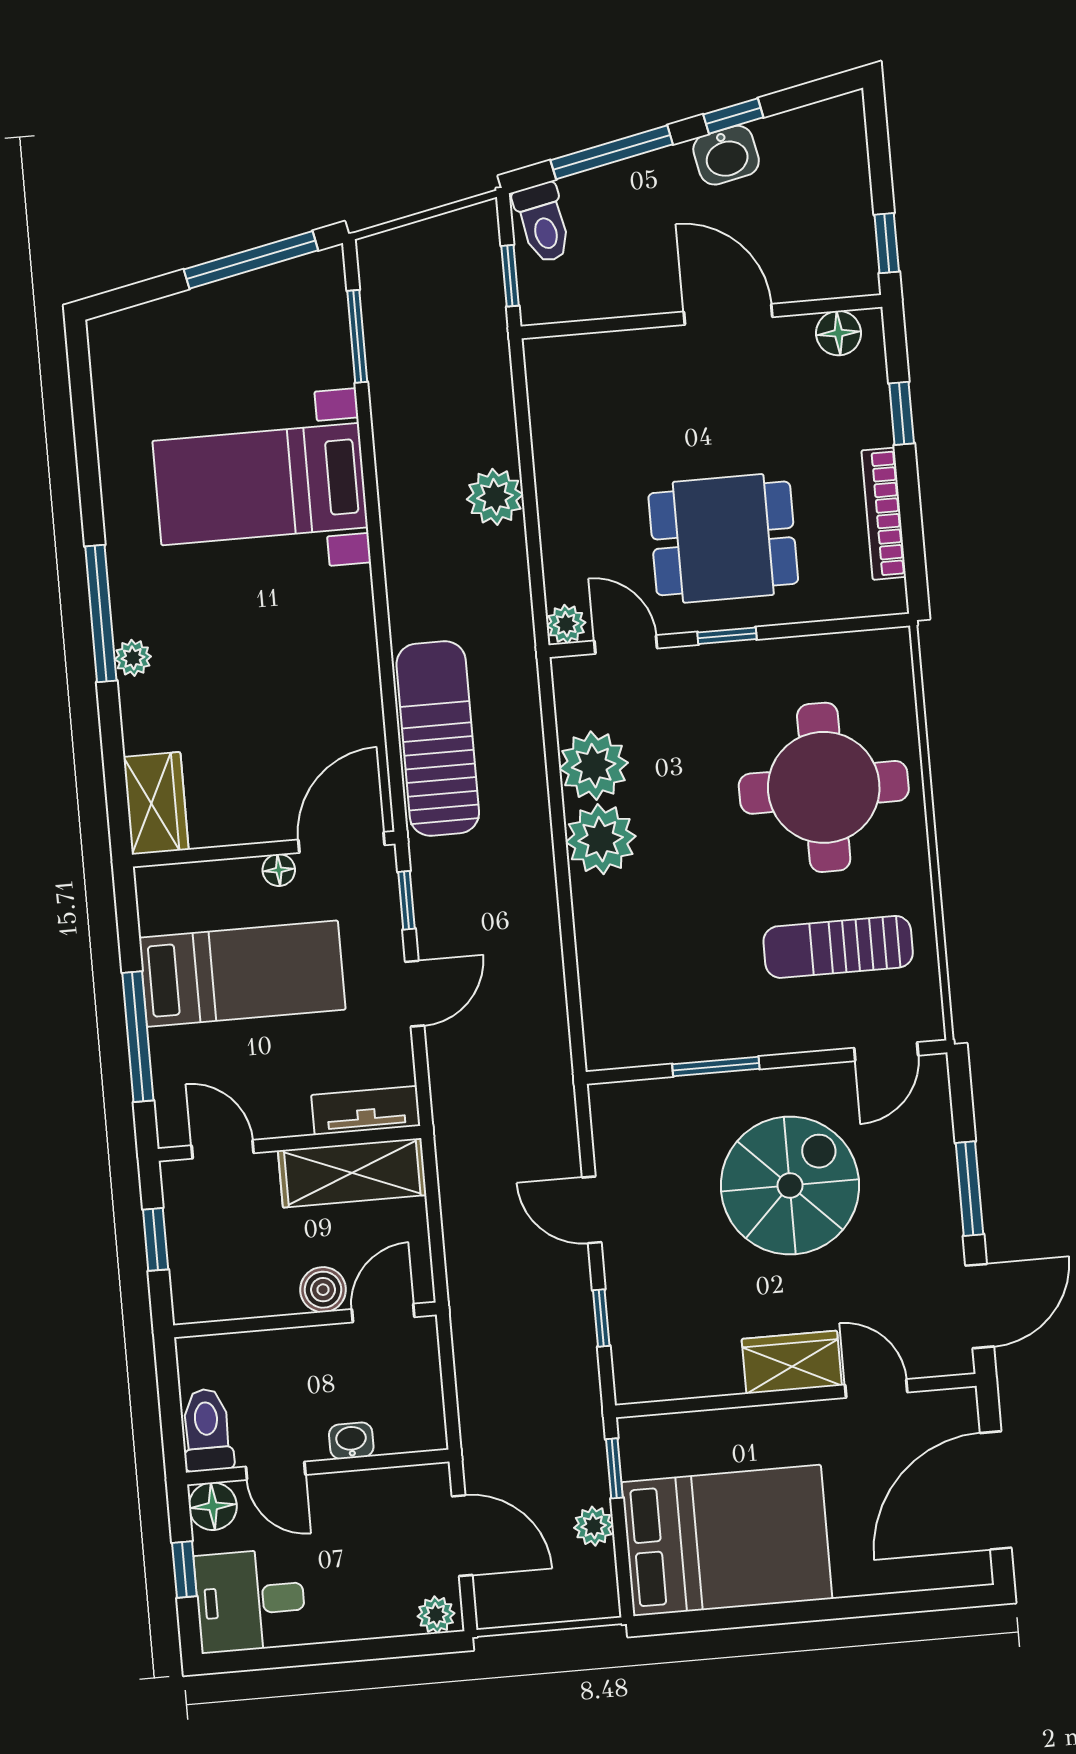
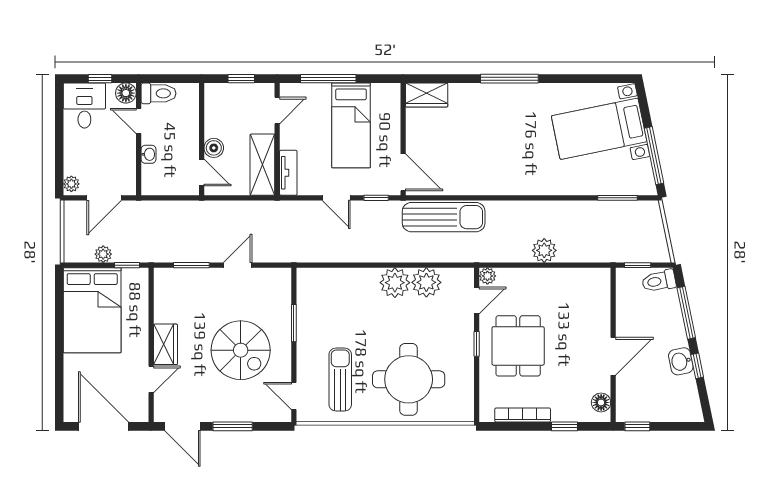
bed with nightstands: (260, 484) -> (599, 129), moved, turned -102
plant: (133, 658) -> (489, 91), removed
floor lamp: (279, 870) -> (394, 145), removed
window: (601, 1318) -> (191, 265), width x1.50
door: (276, 1471) -> (139, 121), hinge flipped

